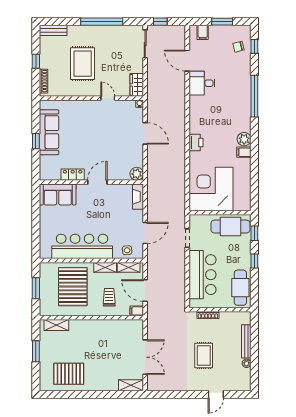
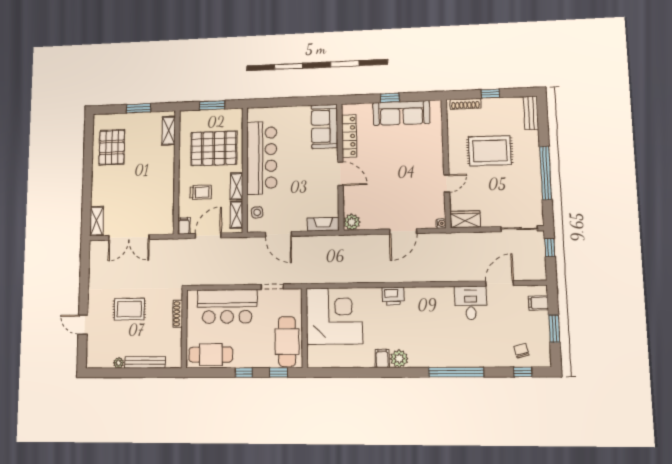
locker: (73, 175) -> (349, 136), width x1.53

